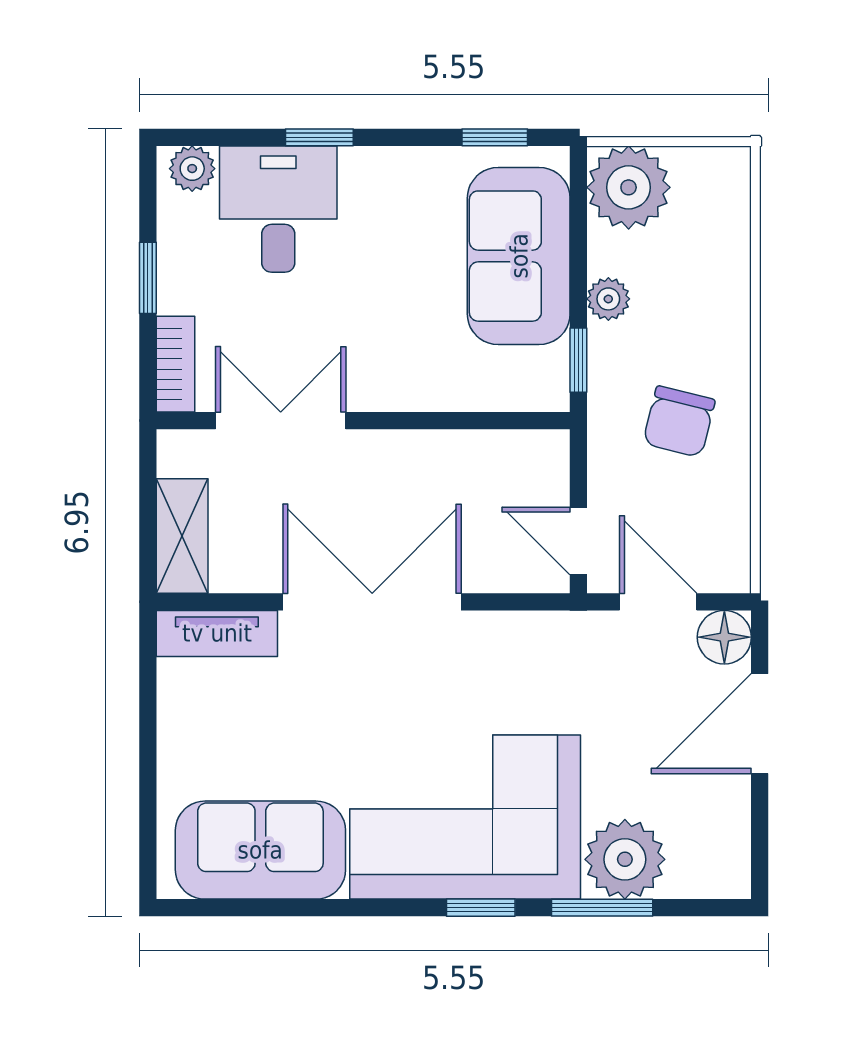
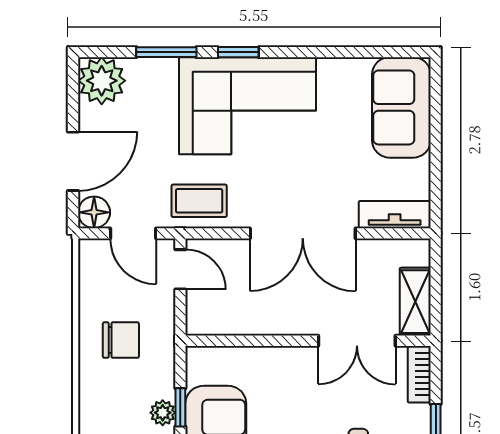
window: (578, 360) -> (180, 407), moved
chair: (679, 422) -> (121, 340), turned 76
shelving: (182, 536) -> (415, 302), moved
coffee table: (547, 657) -> (199, 201), added
sofa: (260, 850) -> (401, 107), moved, turned 90
plant: (625, 859) -> (102, 81), moved

